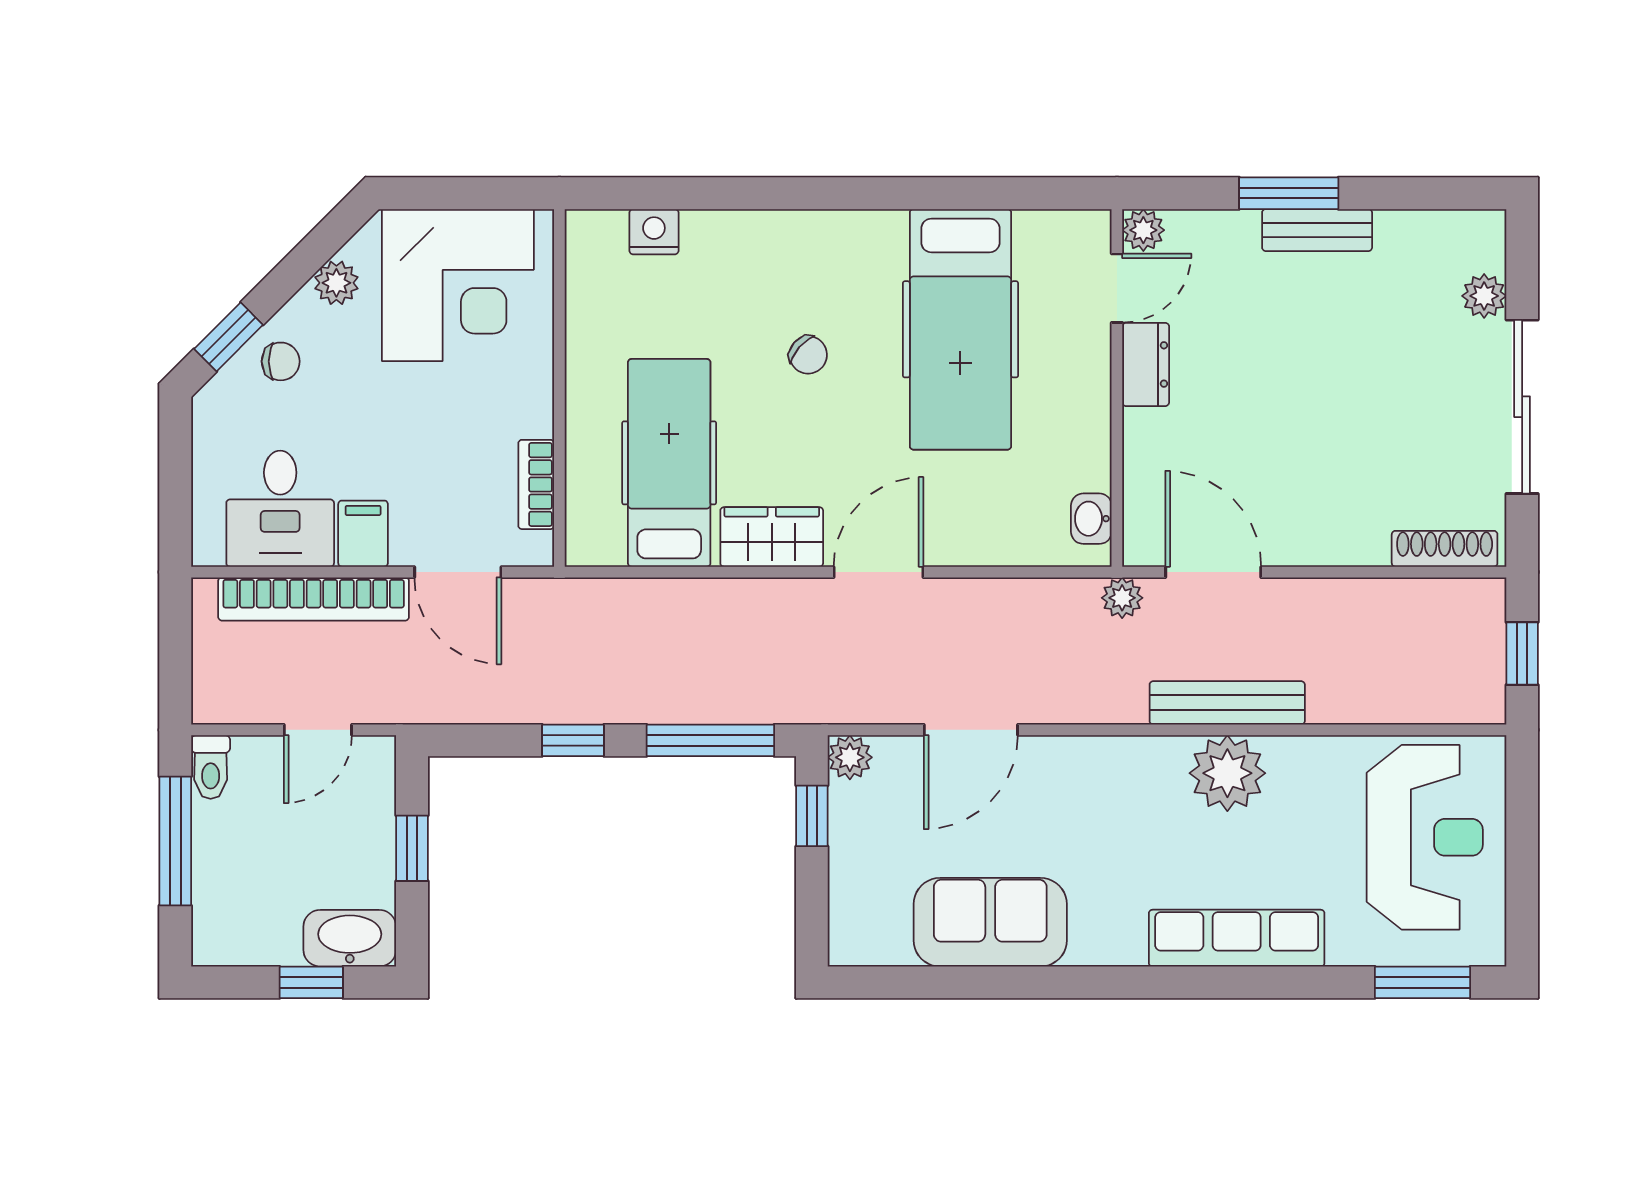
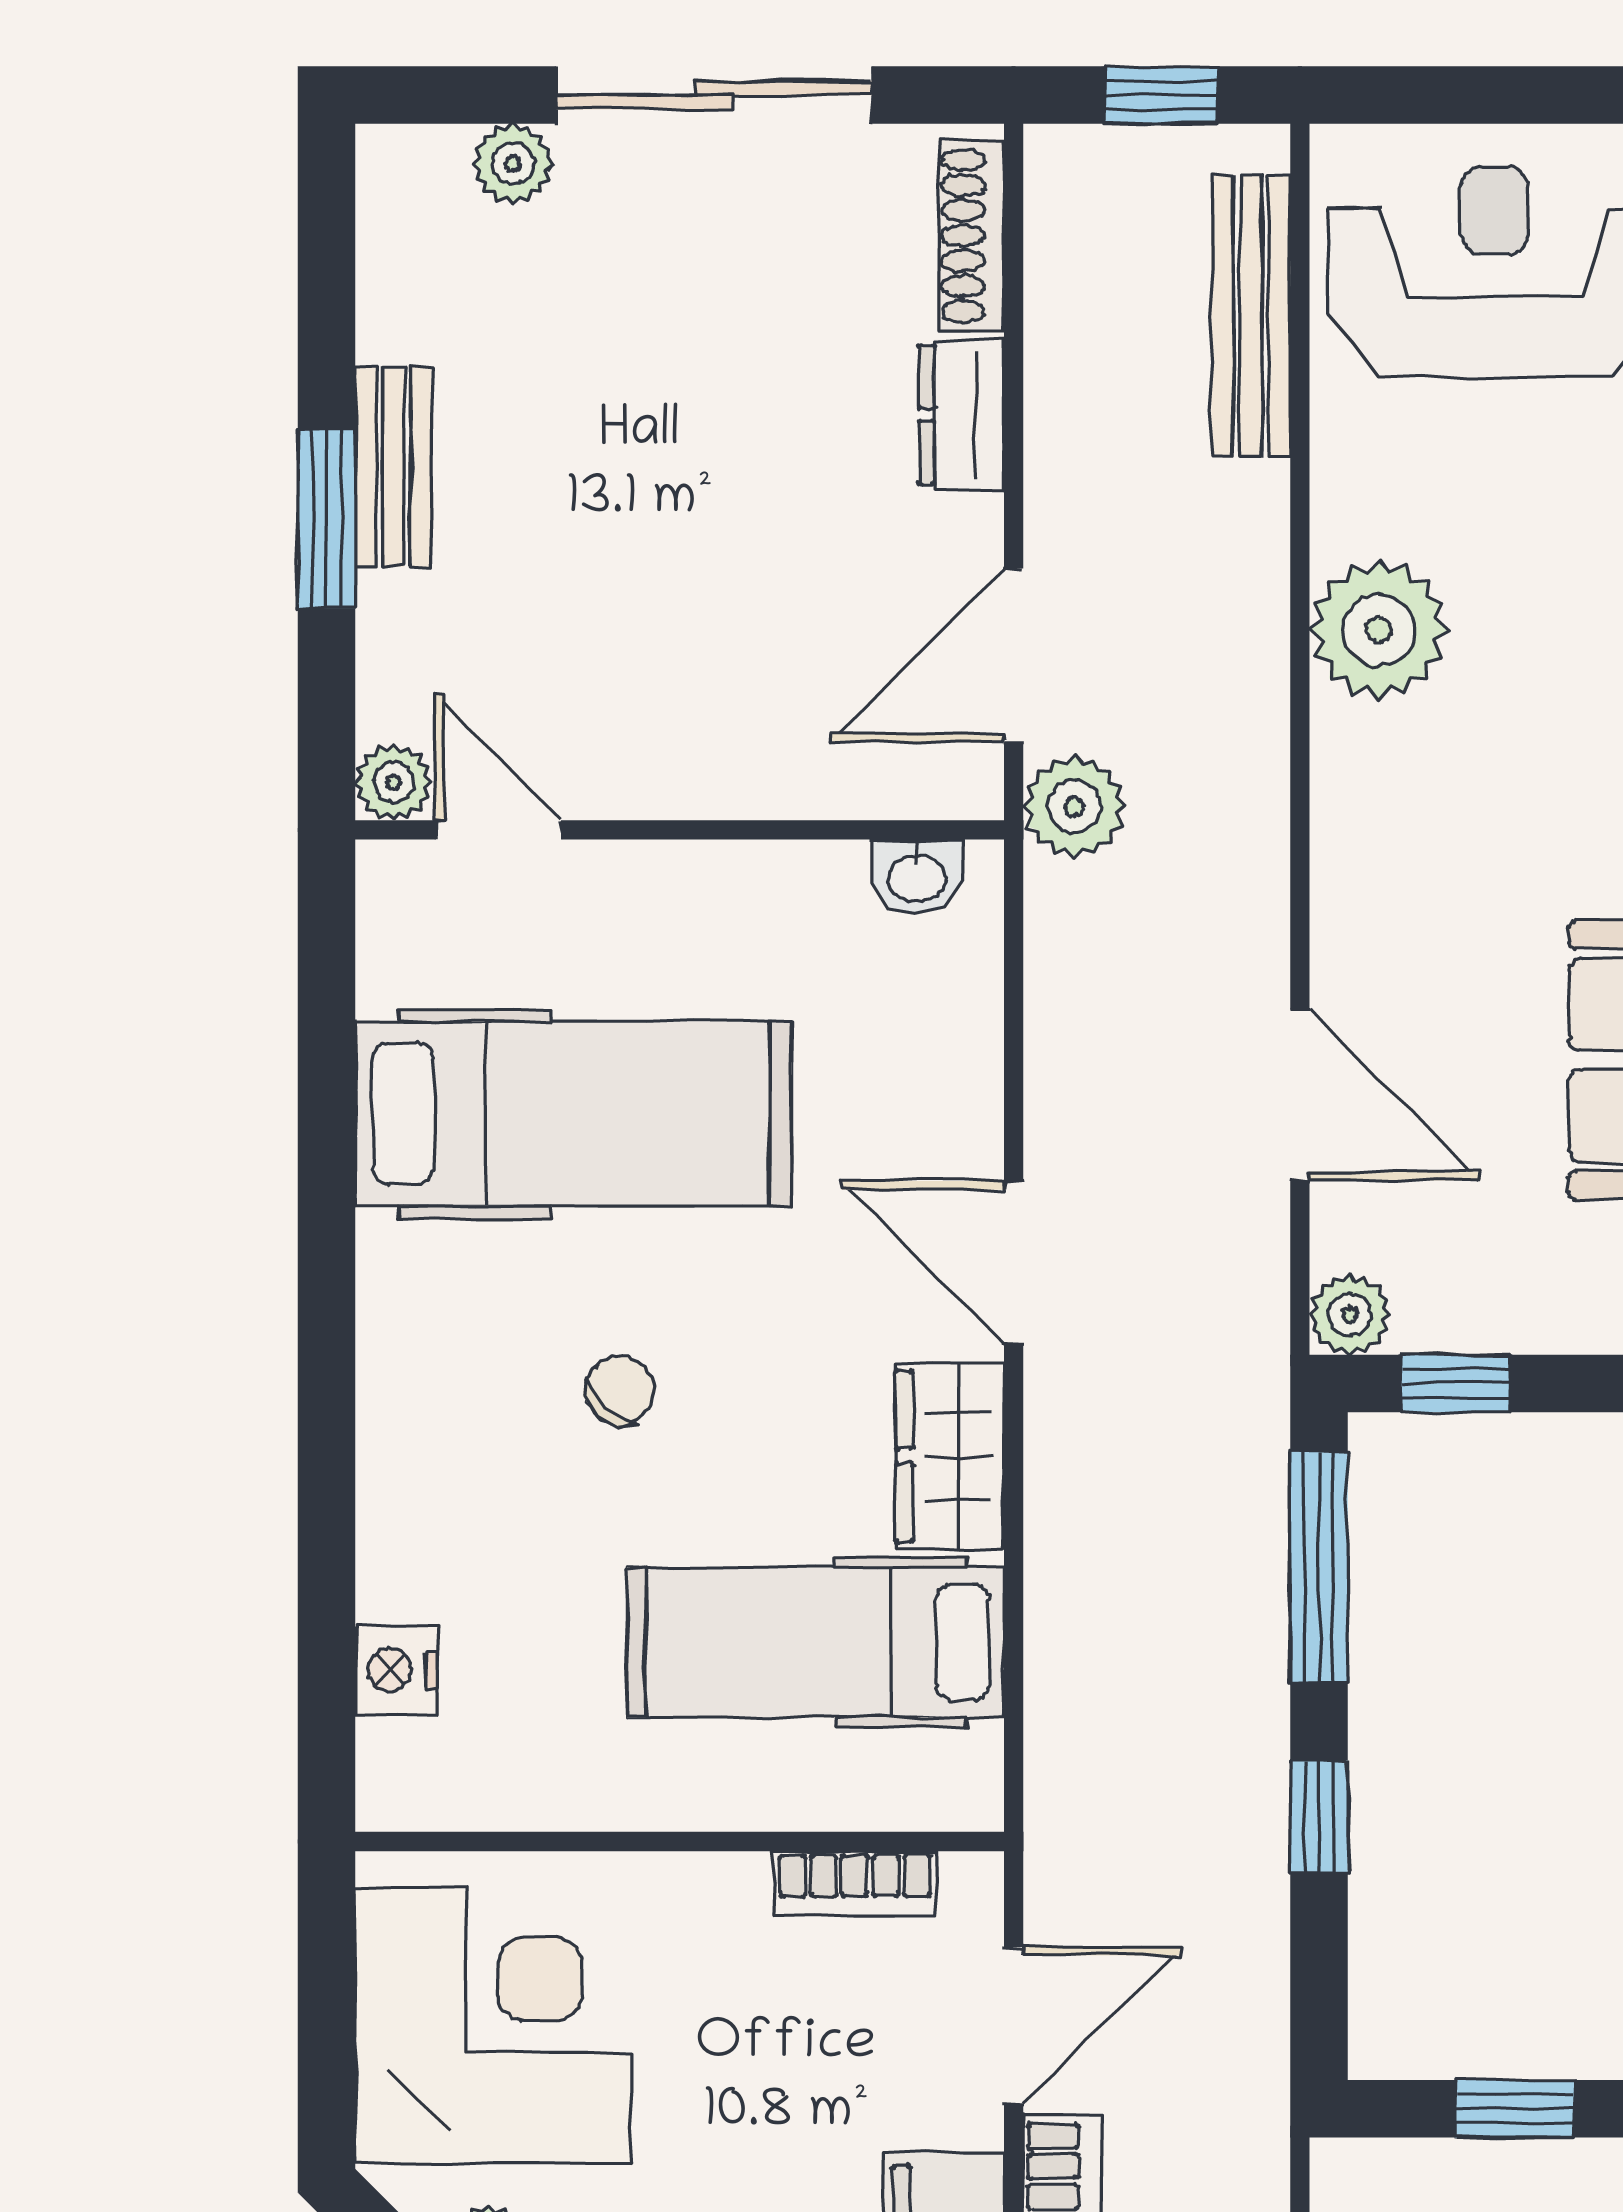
dresser: (1146, 364) -> (962, 415), moved, turned -90
plant: (1122, 598) -> (1074, 807), width x1.38, depth x1.38
bench: (1227, 703) -> (1251, 316), moved

